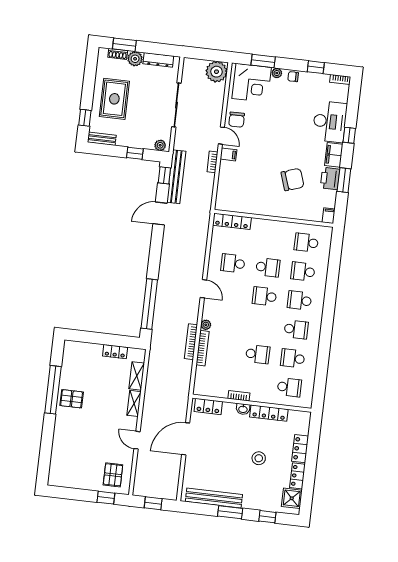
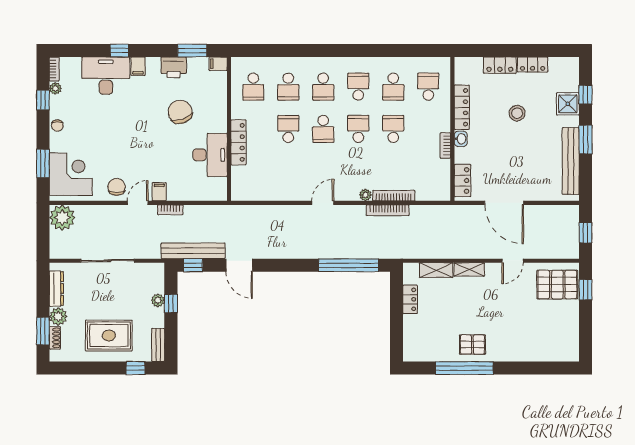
plant: (277, 73) -> (55, 88), moved
chair: (237, 120) -> (117, 187), turned -90
plant: (160, 145) -> (158, 300), moved
filing cabinet: (334, 155) -> (138, 66), width x0.50
window: (344, 180) -> (192, 50), moved
desk: (254, 200) -> (210, 155), added
locker: (232, 221) -> (238, 142), moved
school desk: (233, 263) -> (358, 129), moved, turned 180
pallet: (72, 399) -> (472, 345), turned 90
pallet: (113, 475) -> (557, 285), width x1.50, depth x1.42
shower: (292, 498) -> (568, 104), moved

